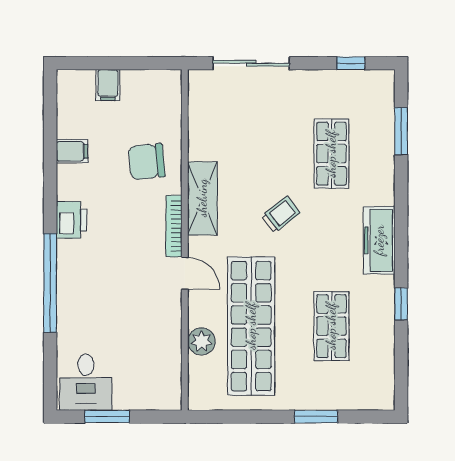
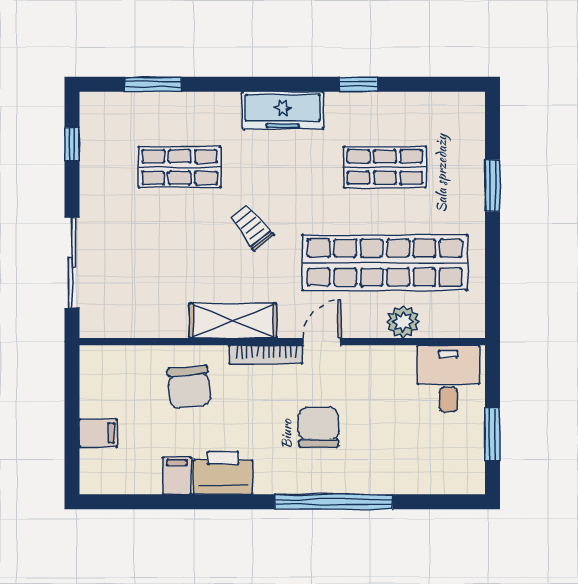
printer: (72, 220) -> (223, 473), moved, width x1.37, depth x1.19
chair: (113, 271) -> (319, 427), added
desk: (86, 382) -> (448, 379), moved, turned -90

